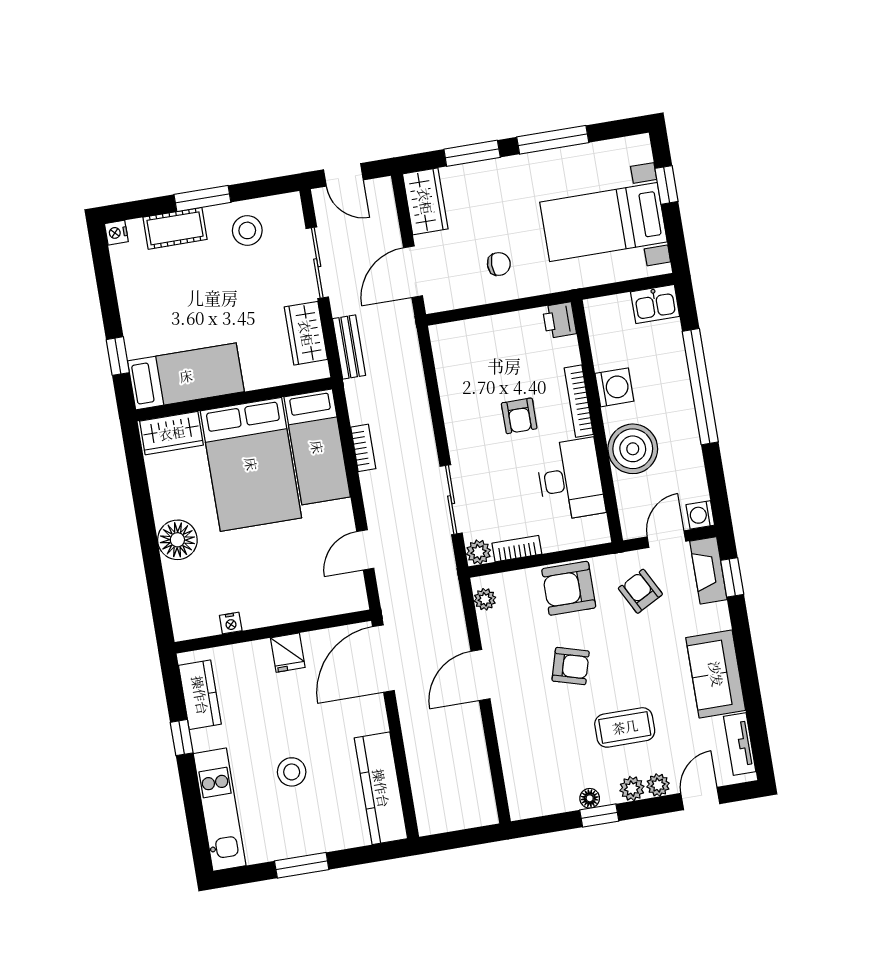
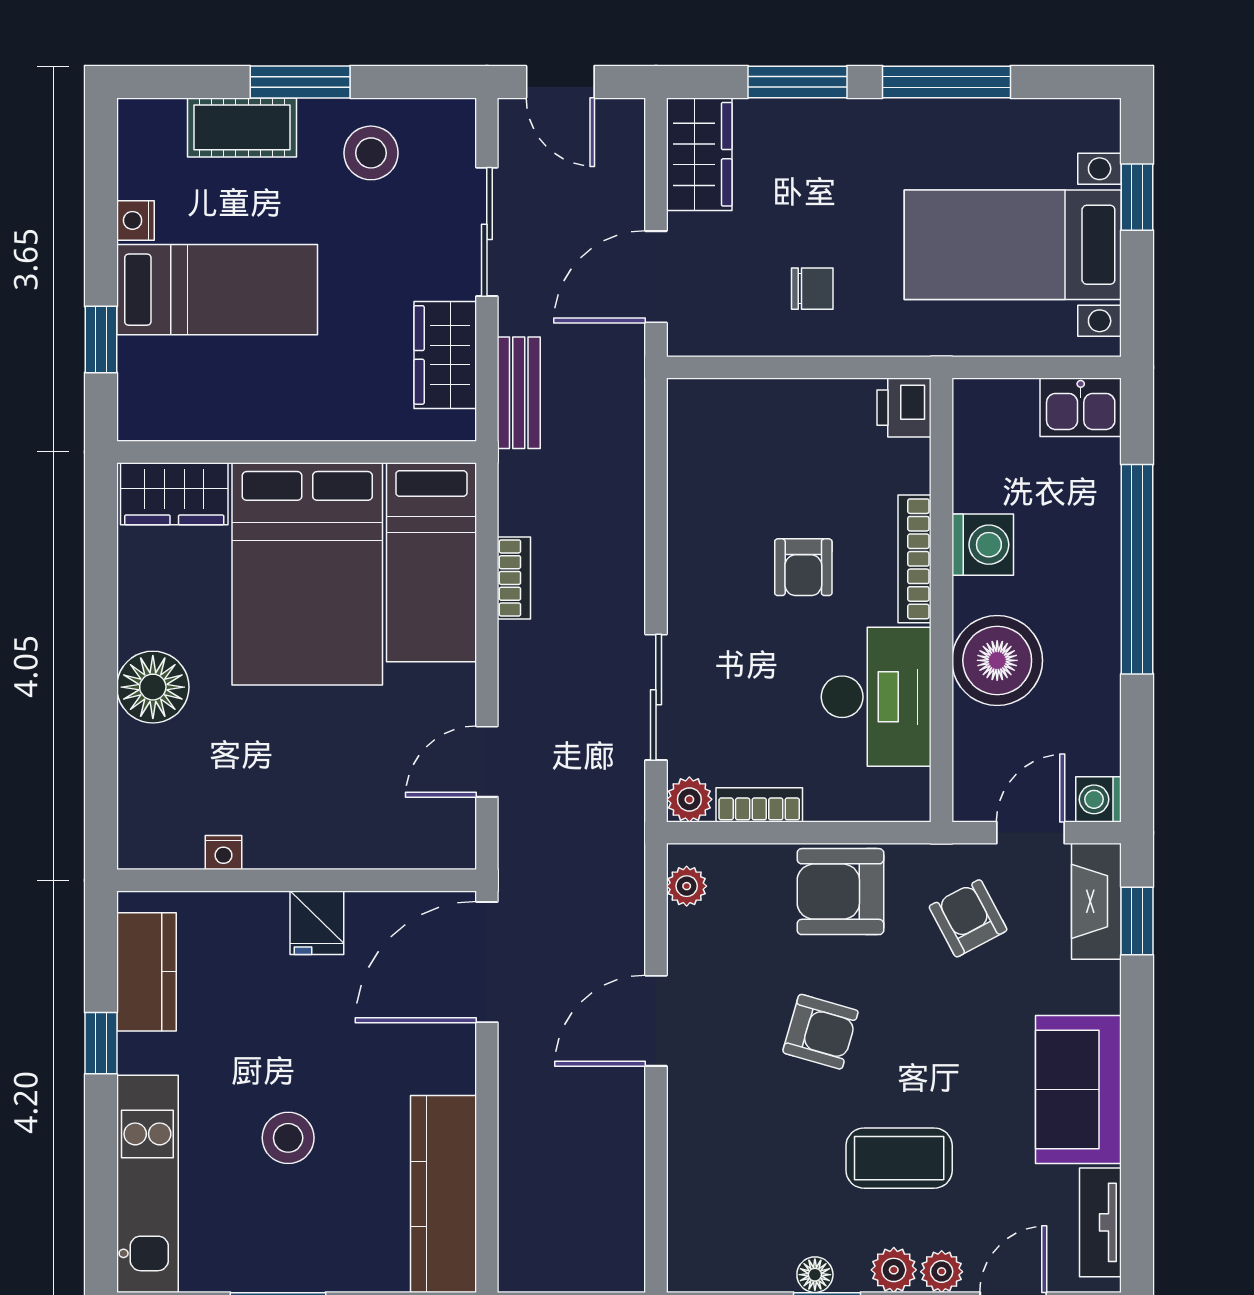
nightstand: (116, 233) -> (136, 220), moved
bed: (186, 376) -> (217, 290), moved

